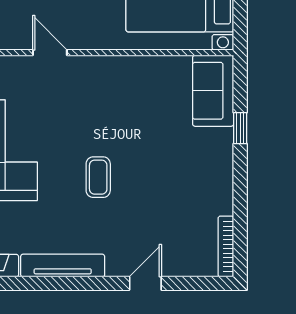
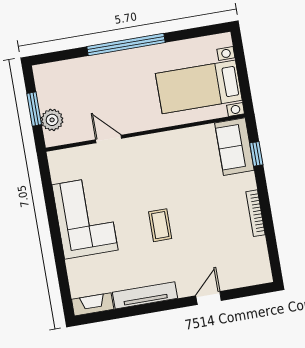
window: (240, 128) -> (256, 154), moved
bookcase: (226, 247) -> (256, 213), moved

